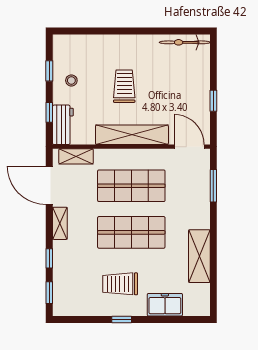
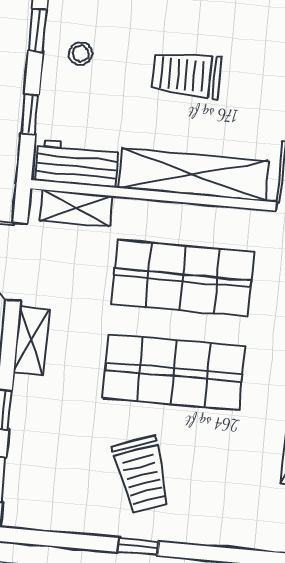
trolley: (124, 86) -> (186, 75), turned -90
workbench: (63, 125) -> (77, 163), moved, turned -90
trolley: (120, 284) -> (142, 474), turned -109
freezer: (165, 305) -> (229, 525), removed

